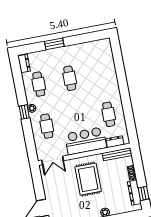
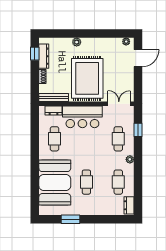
window: (54, 44) -> (70, 219), moved
booth: (100, 72) -> (55, 183), added
window: (24, 112) -> (138, 130), moved
rug: (88, 179) -> (87, 78), width x1.37, depth x1.44

